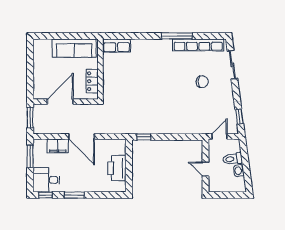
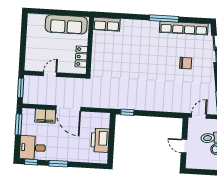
door: (60, 102) -> (50, 74), width x0.53

